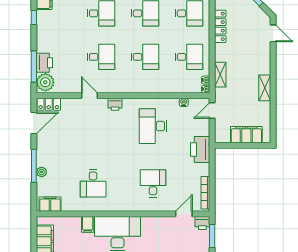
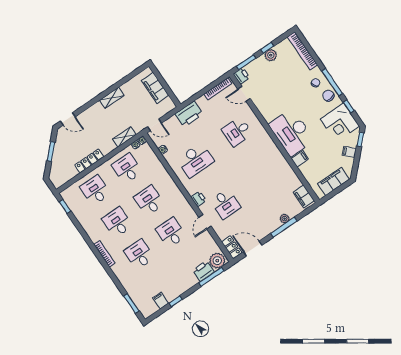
door: (273, 33) -> (68, 119), swing flipped
desk: (93, 183) -> (225, 204), moved, turned 90

